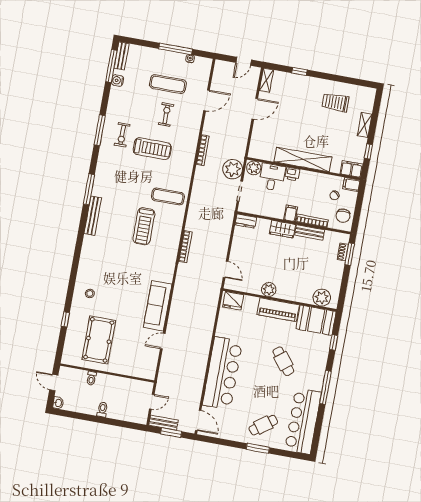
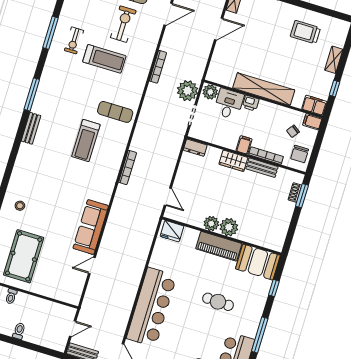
exercise bike: (166, 114) -> (123, 24), width x1.38, depth x1.39
bench: (93, 216) -> (31, 128), width x0.73
plant: (322, 298) -> (229, 227), moved
cafe table: (283, 361) -> (218, 302), turned -50

